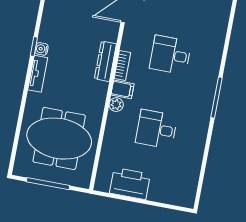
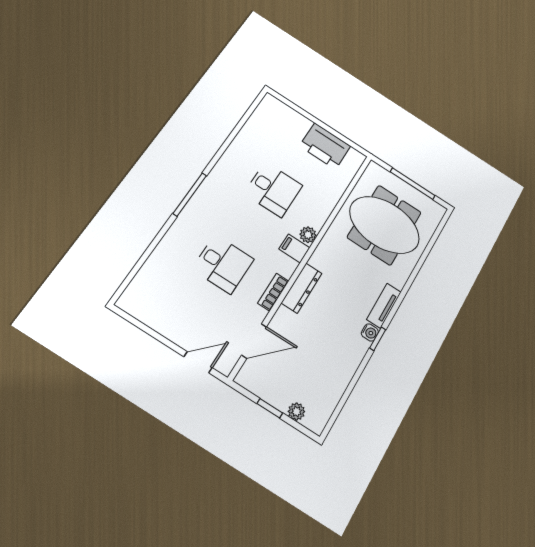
bookcase: (122, 65) -> (273, 292), moved

